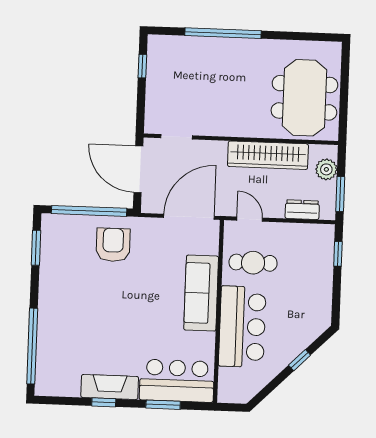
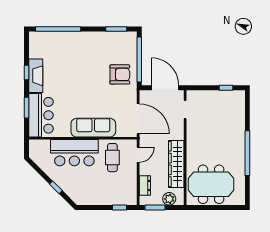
window: (223, 33) -> (247, 153), moved
door: (138, 169) -> (165, 88), hinge flipped

